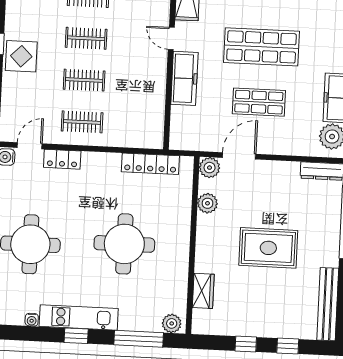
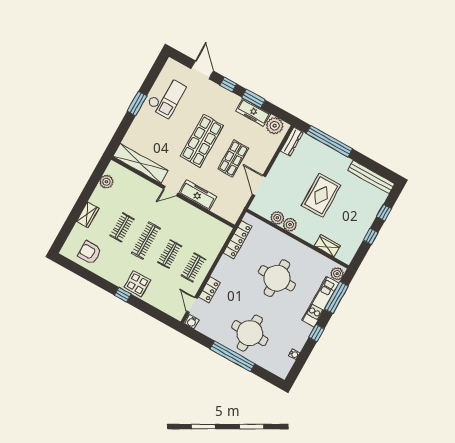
clothes rail: (86, 38) -> (146, 241), width x1.36
plant: (210, 168) -> (290, 225), moved
kitchen unit: (79, 317) -> (320, 302), moved

